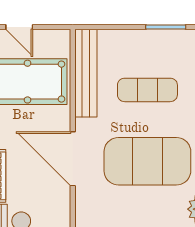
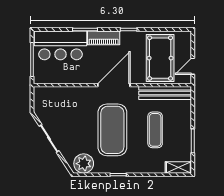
door: (19, 27) -> (193, 66), moved

